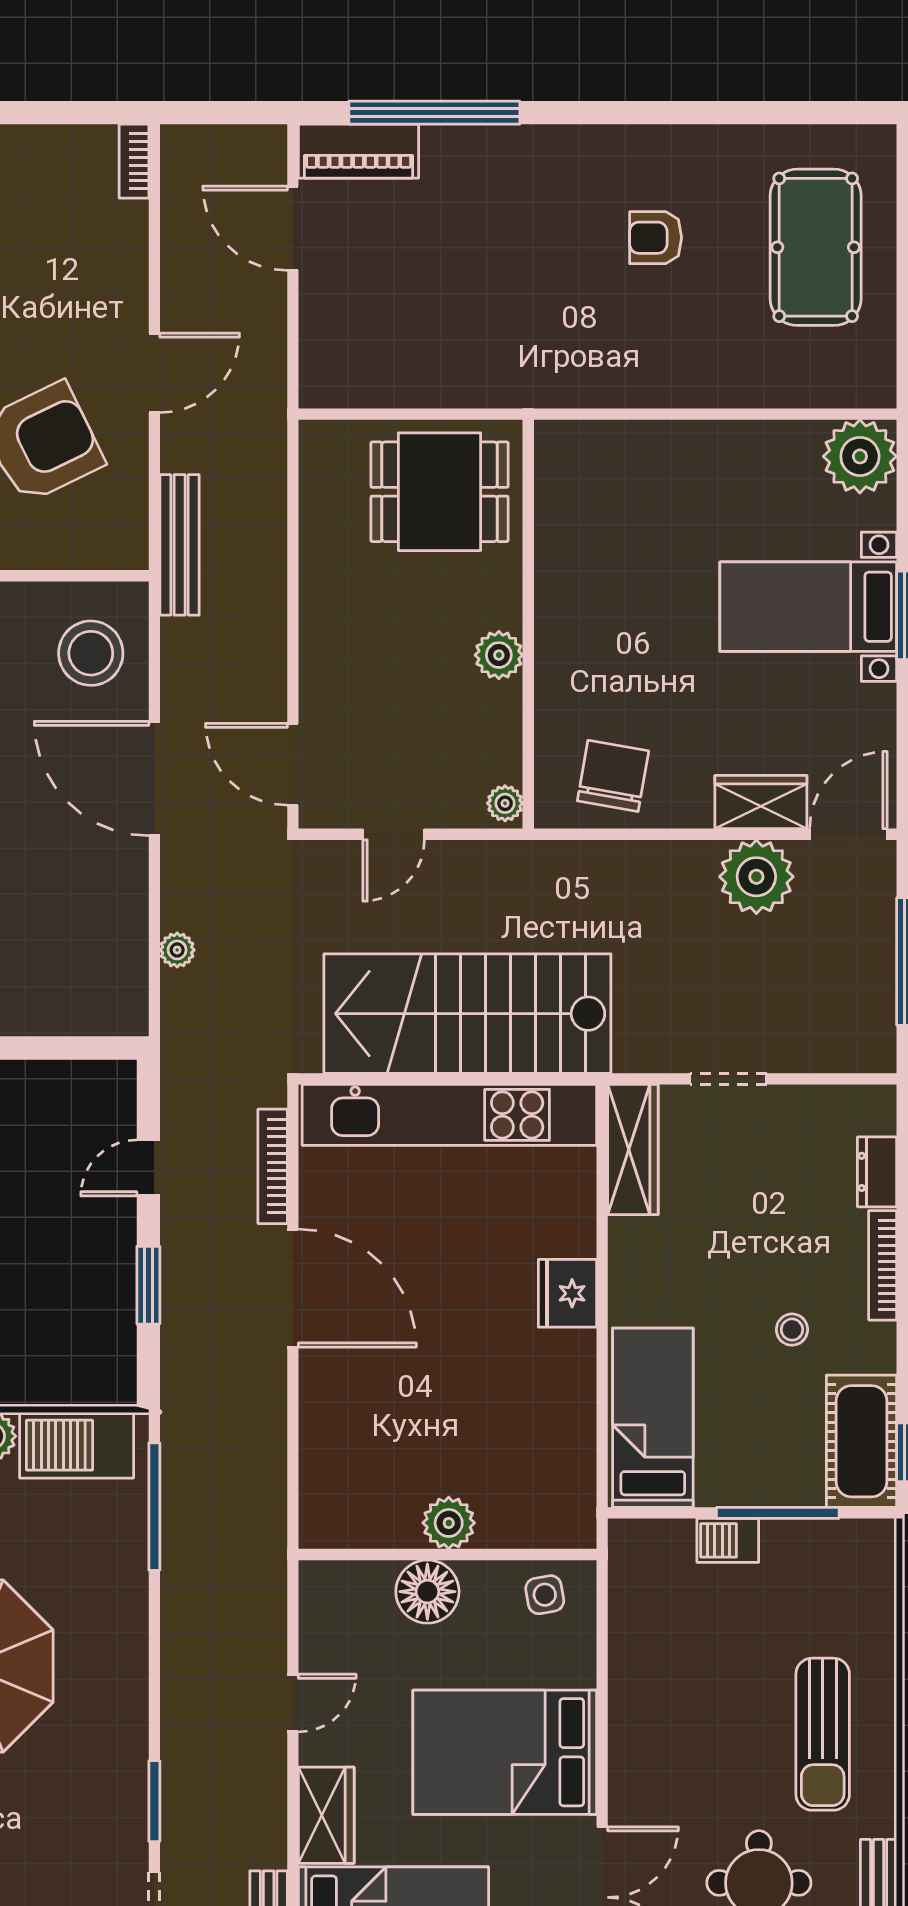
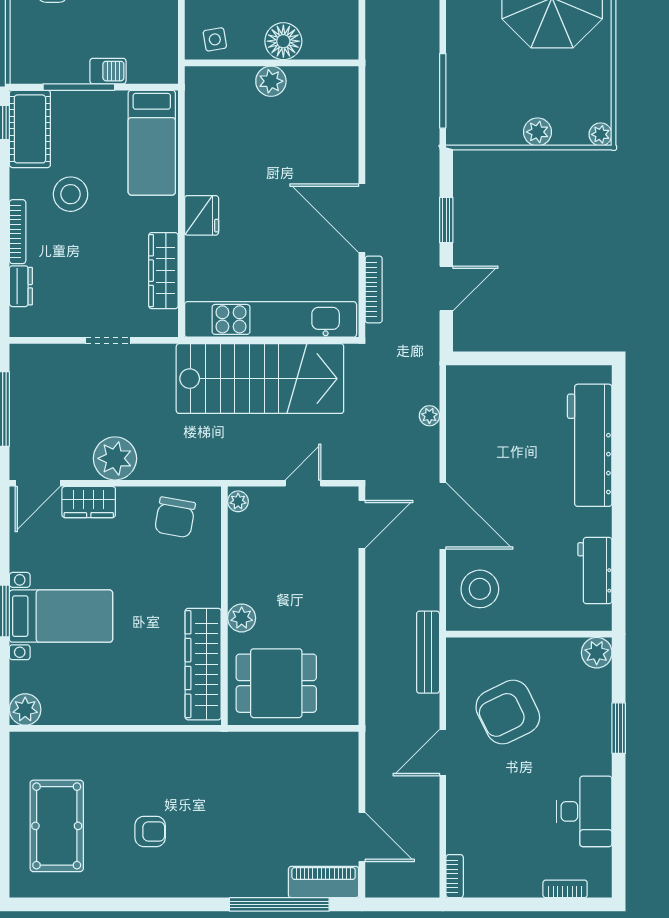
plant: (860, 456) -> (25, 710), width x0.73, depth x0.73
wardrobe: (565, 524) -> (203, 664), added
plant: (499, 655) -> (242, 618), moved
door: (293, 764) -> (362, 524), hinge flipped
plant: (756, 877) -> (115, 458), moved
wardrobe: (633, 1150) -> (163, 271), moved
door: (148, 1168) -> (446, 288), width x1.38
stool: (792, 1330) -> (71, 194), width x1.89, depth x1.89
barbecue: (77, 1445) -> (488, 127), removed

